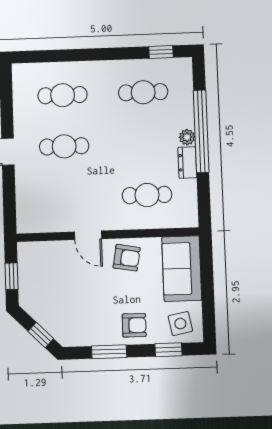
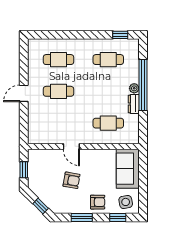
armchair: (127, 258) -> (71, 180), moved

